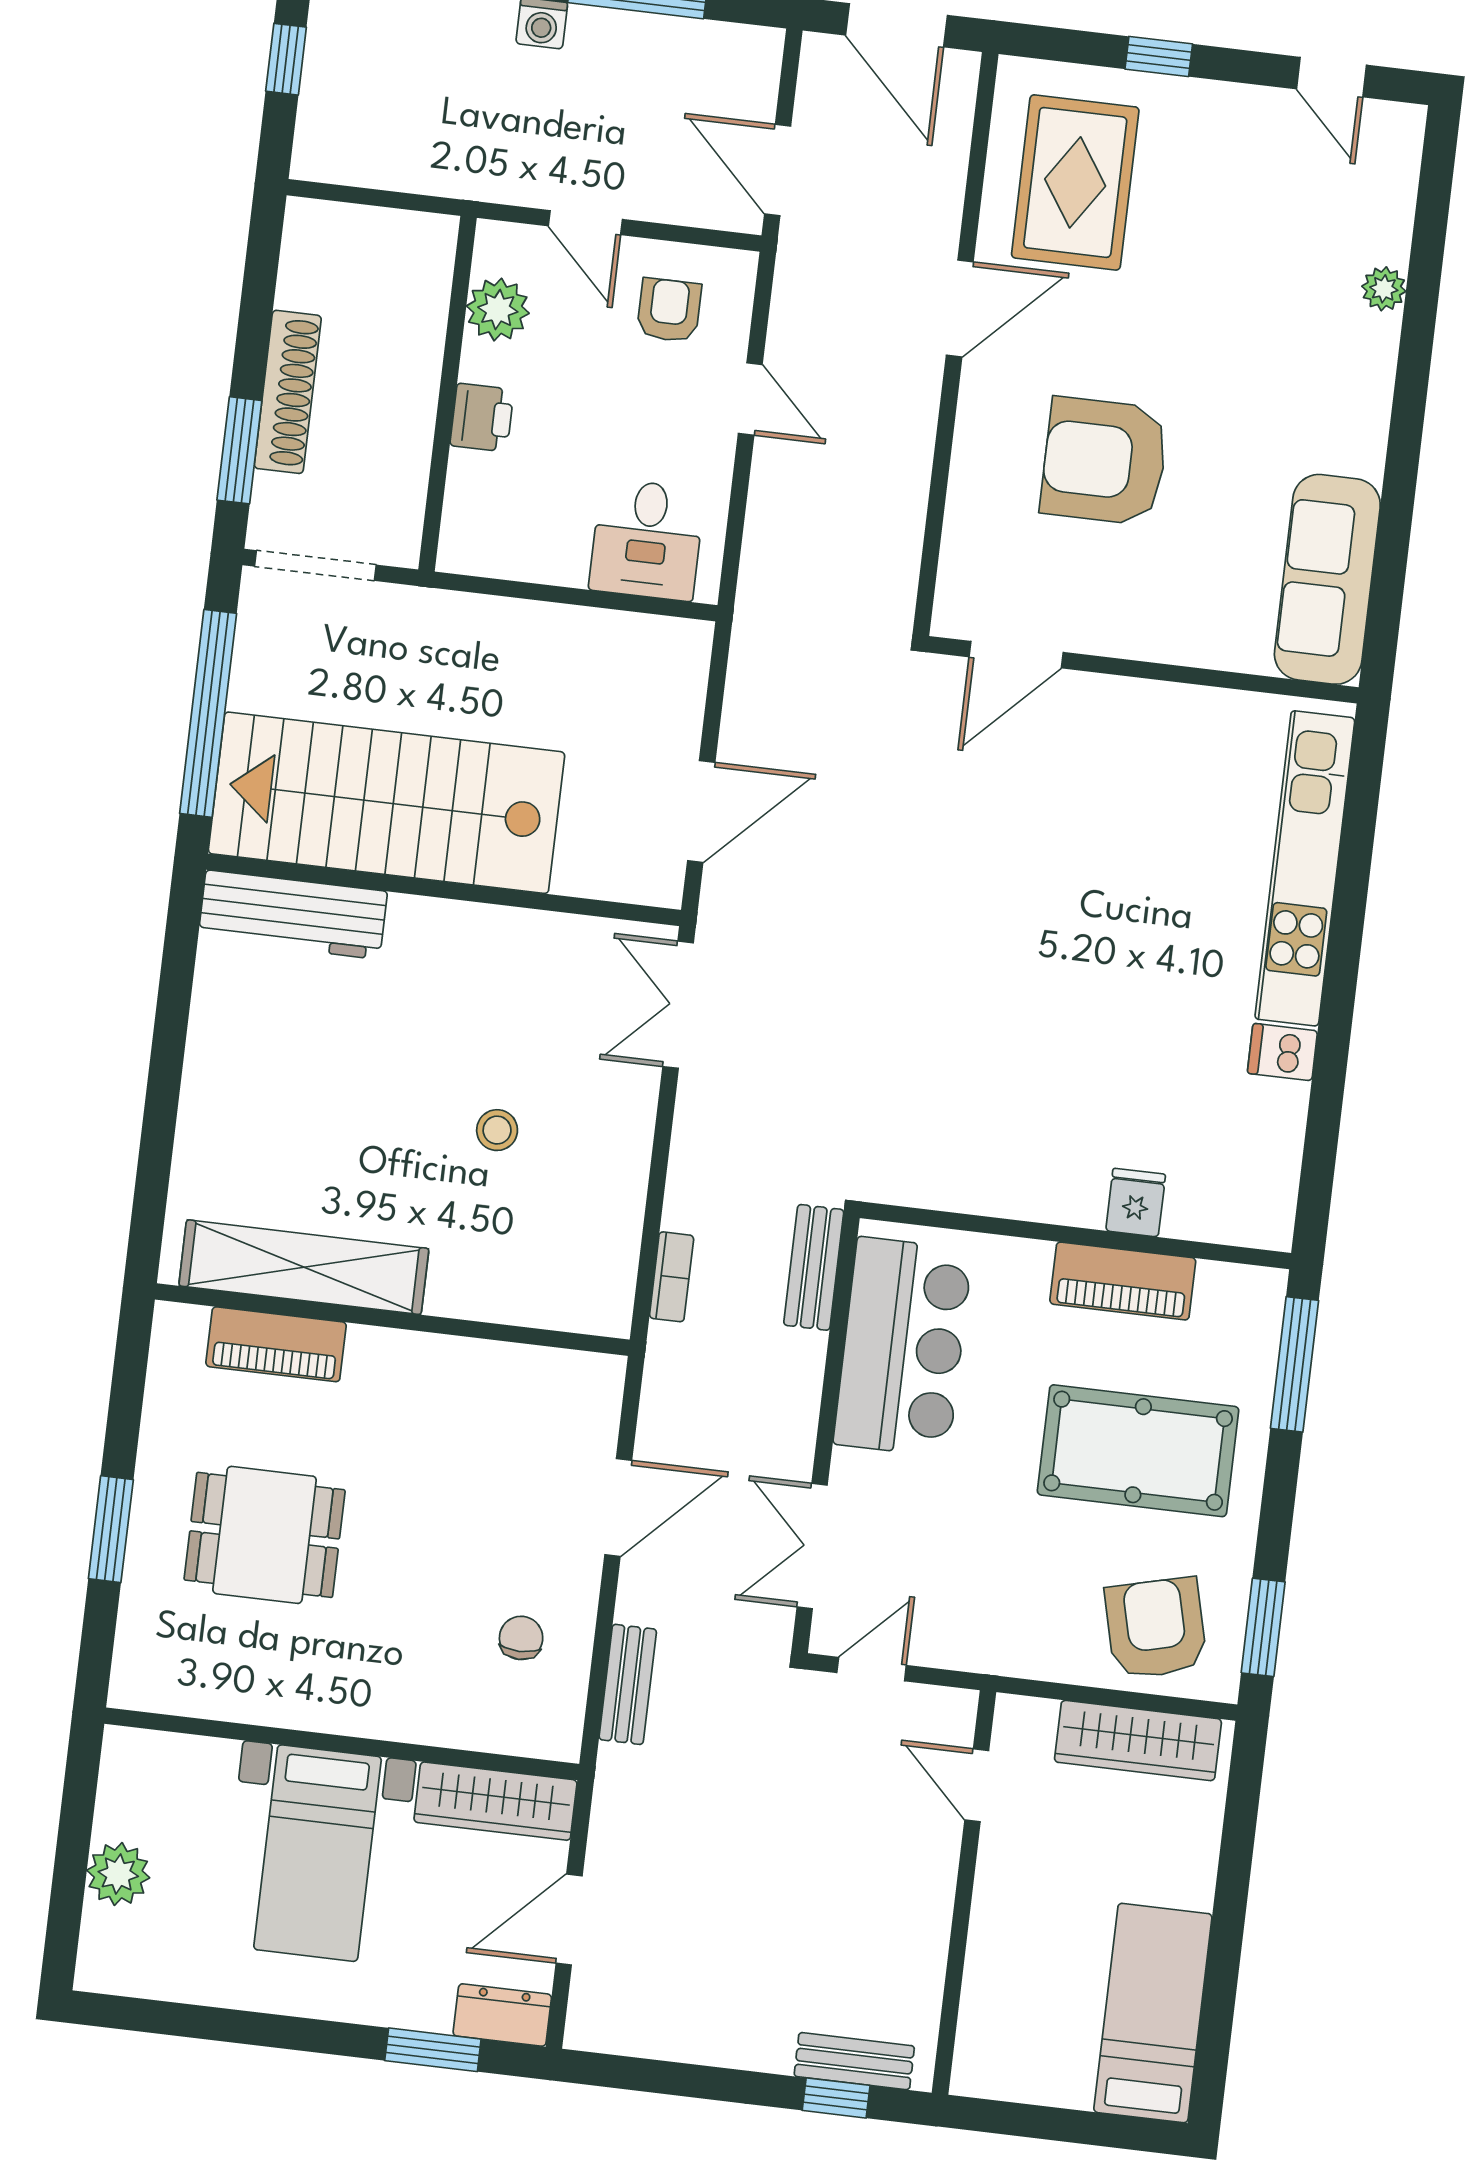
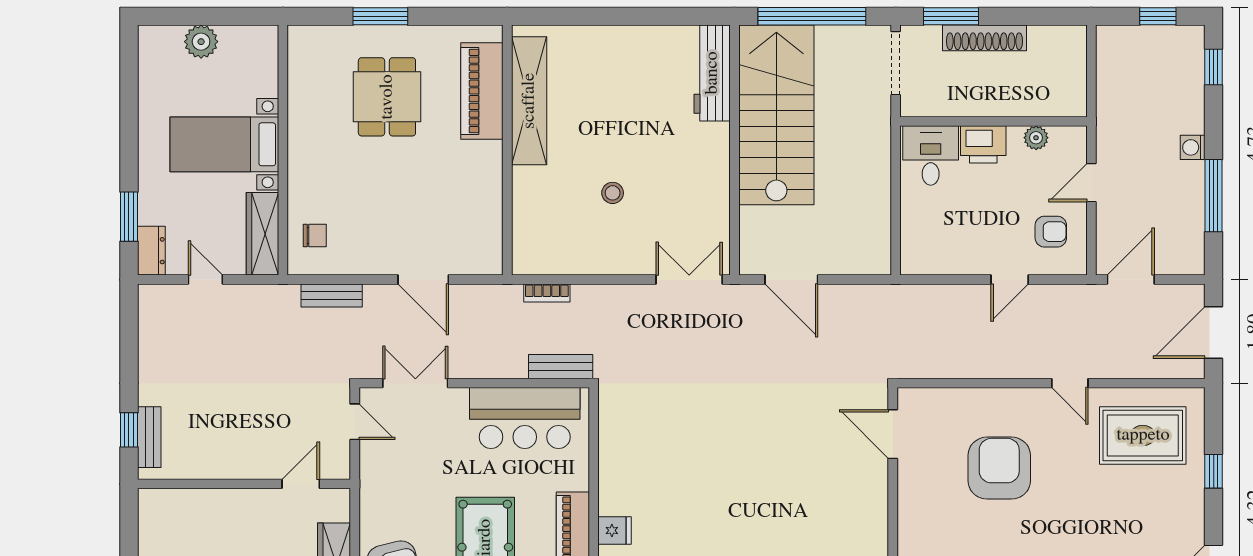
door: (960, 308) -> (1070, 383), width x0.73
plant: (498, 310) -> (1036, 138), width x0.73, depth x0.73
printer: (482, 418) -> (983, 144), width x1.36, depth x1.24
desk: (647, 540) -> (931, 155), moved, turned 90
piano: (276, 1344) -> (482, 91), width x1.37, depth x1.33
chair: (521, 1638) -> (315, 235), moved
door: (569, 1920) -> (205, 280), width x0.73

